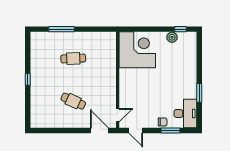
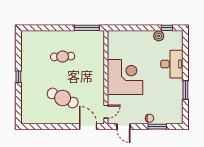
window: (61, 29) -> (87, 28), moved
corner desk: (137, 50) -> (125, 77), moved
cafe table: (73, 101) -> (63, 98), width x1.37, depth x1.35
desk: (185, 113) -> (172, 64), moved

